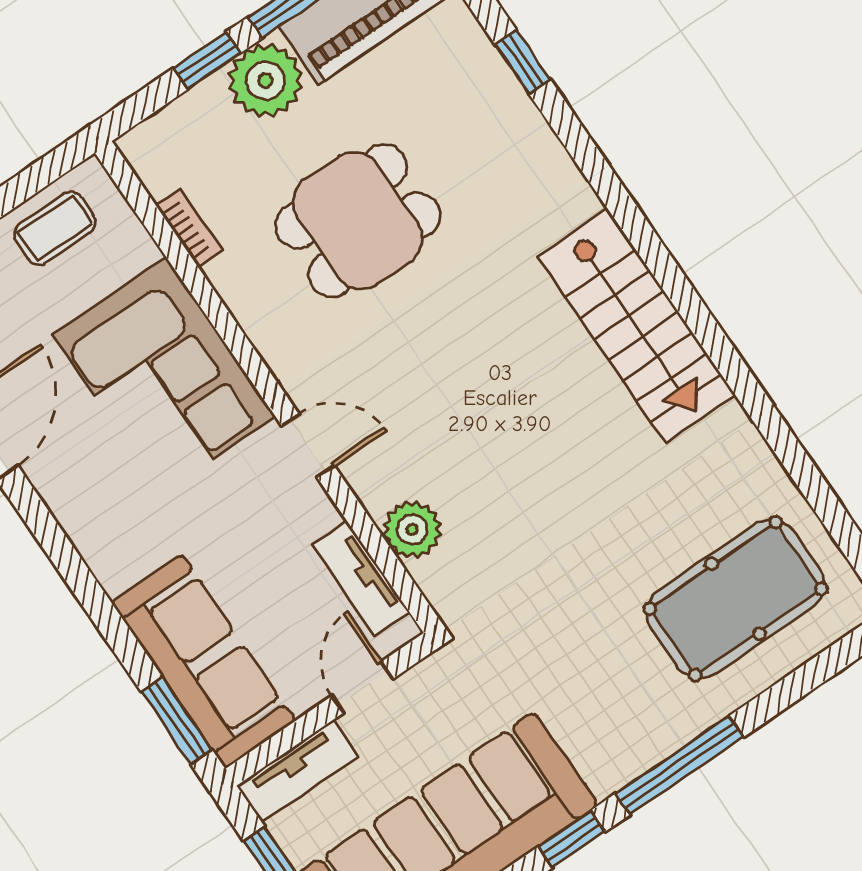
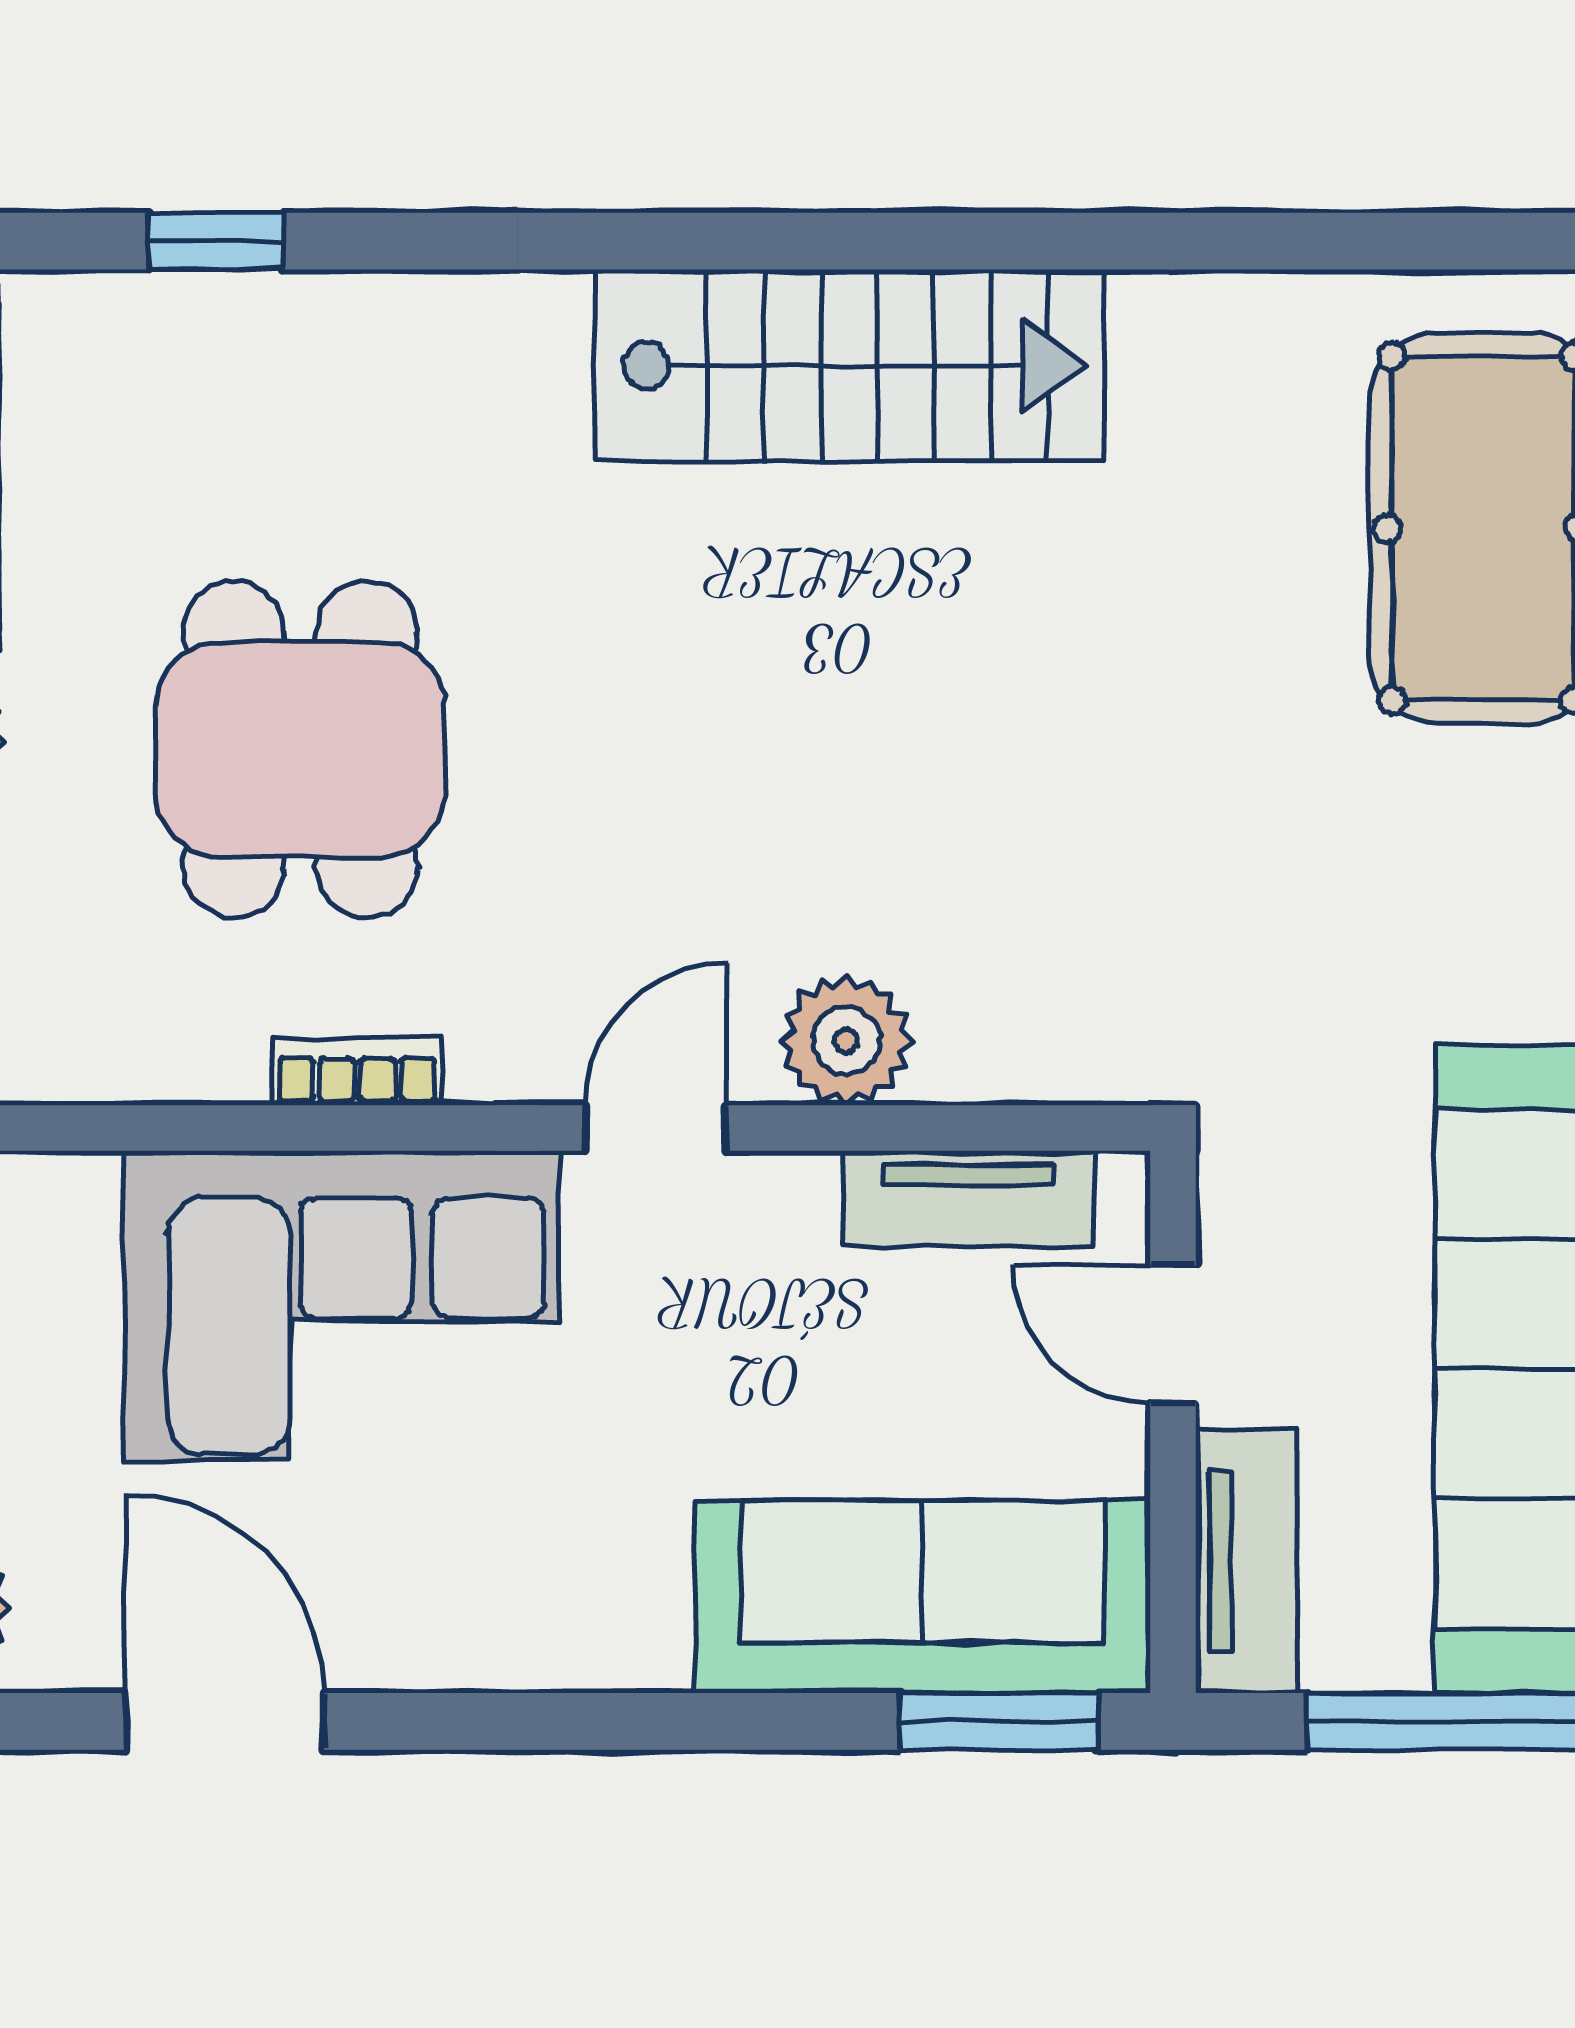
bookcase: (189, 228) -> (357, 1072), moved
plant: (412, 529) -> (846, 1041), moved

